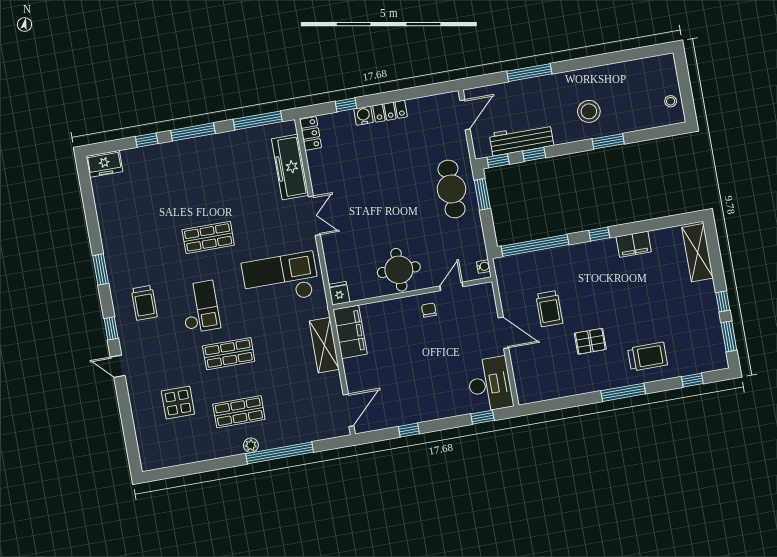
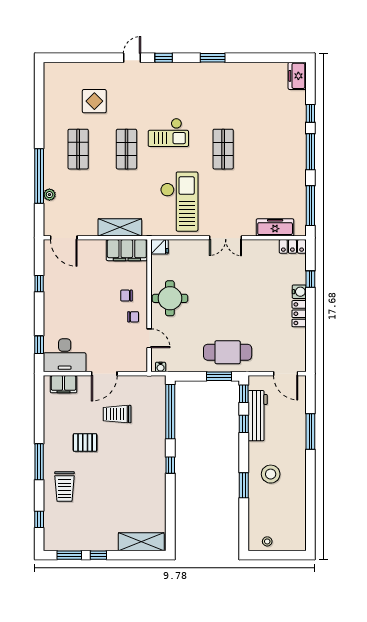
freezer: (290, 167) -> (275, 227), width x0.73, depth x0.79
filing cabinet: (634, 244) -> (64, 384), moved, turned -90
trolley: (144, 303) -> (180, 88), removed
chair: (405, 323) -> (126, 296), added
pallet: (590, 341) -> (85, 443), turned 90
plant: (251, 445) -> (49, 195), moved

